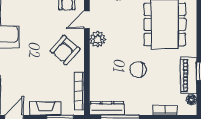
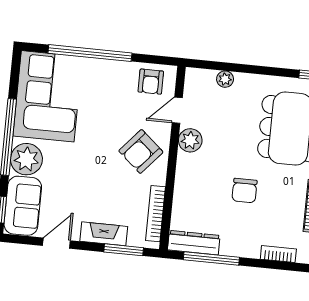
chair: (138, 70) -> (244, 191), turned -90

